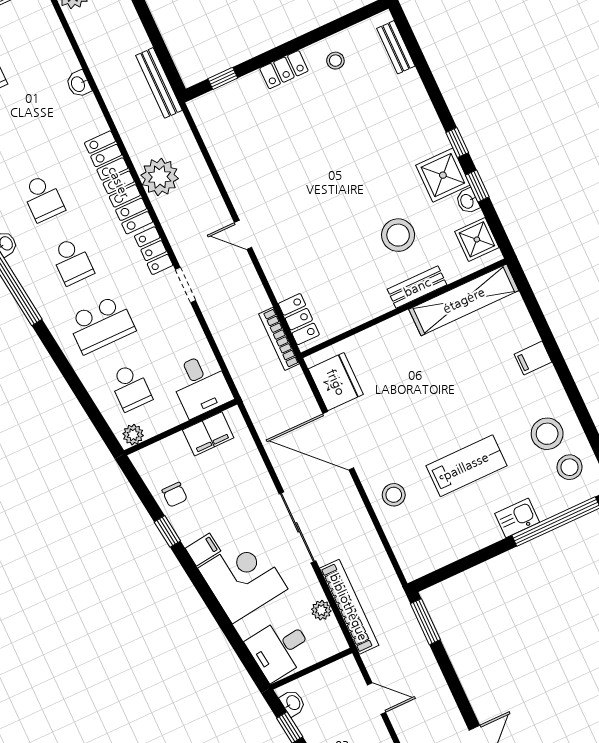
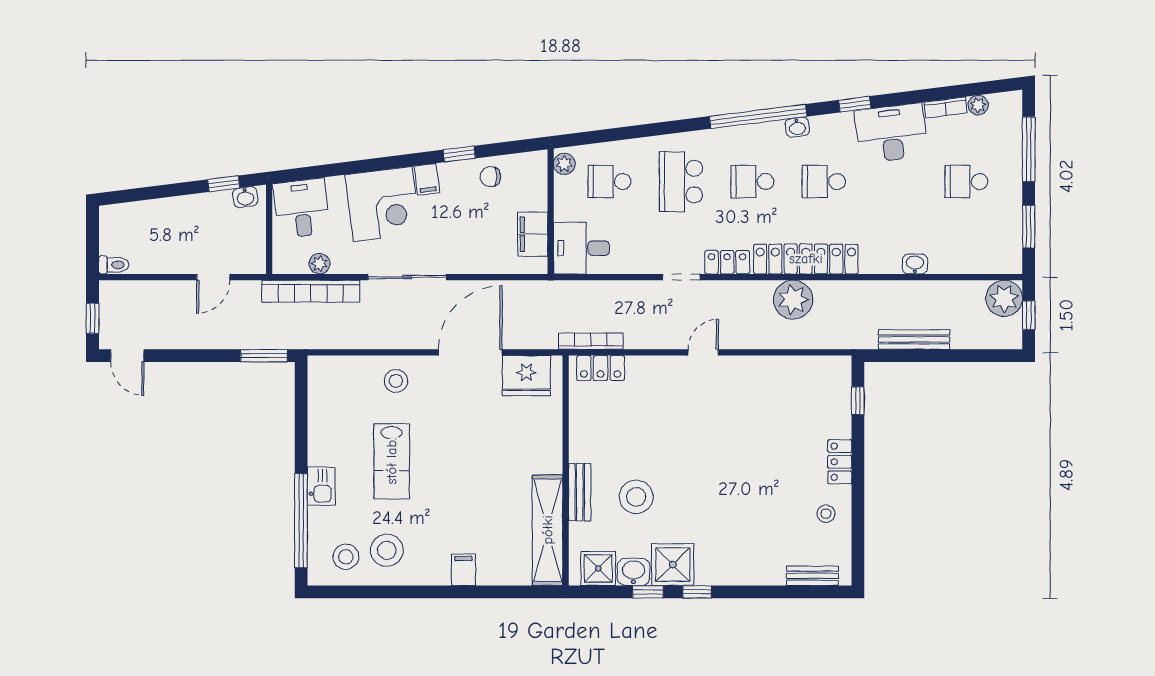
bench: (159, 83) -> (914, 339), moved
washbasin: (467, 201) -> (634, 572), width x1.38, depth x1.45

